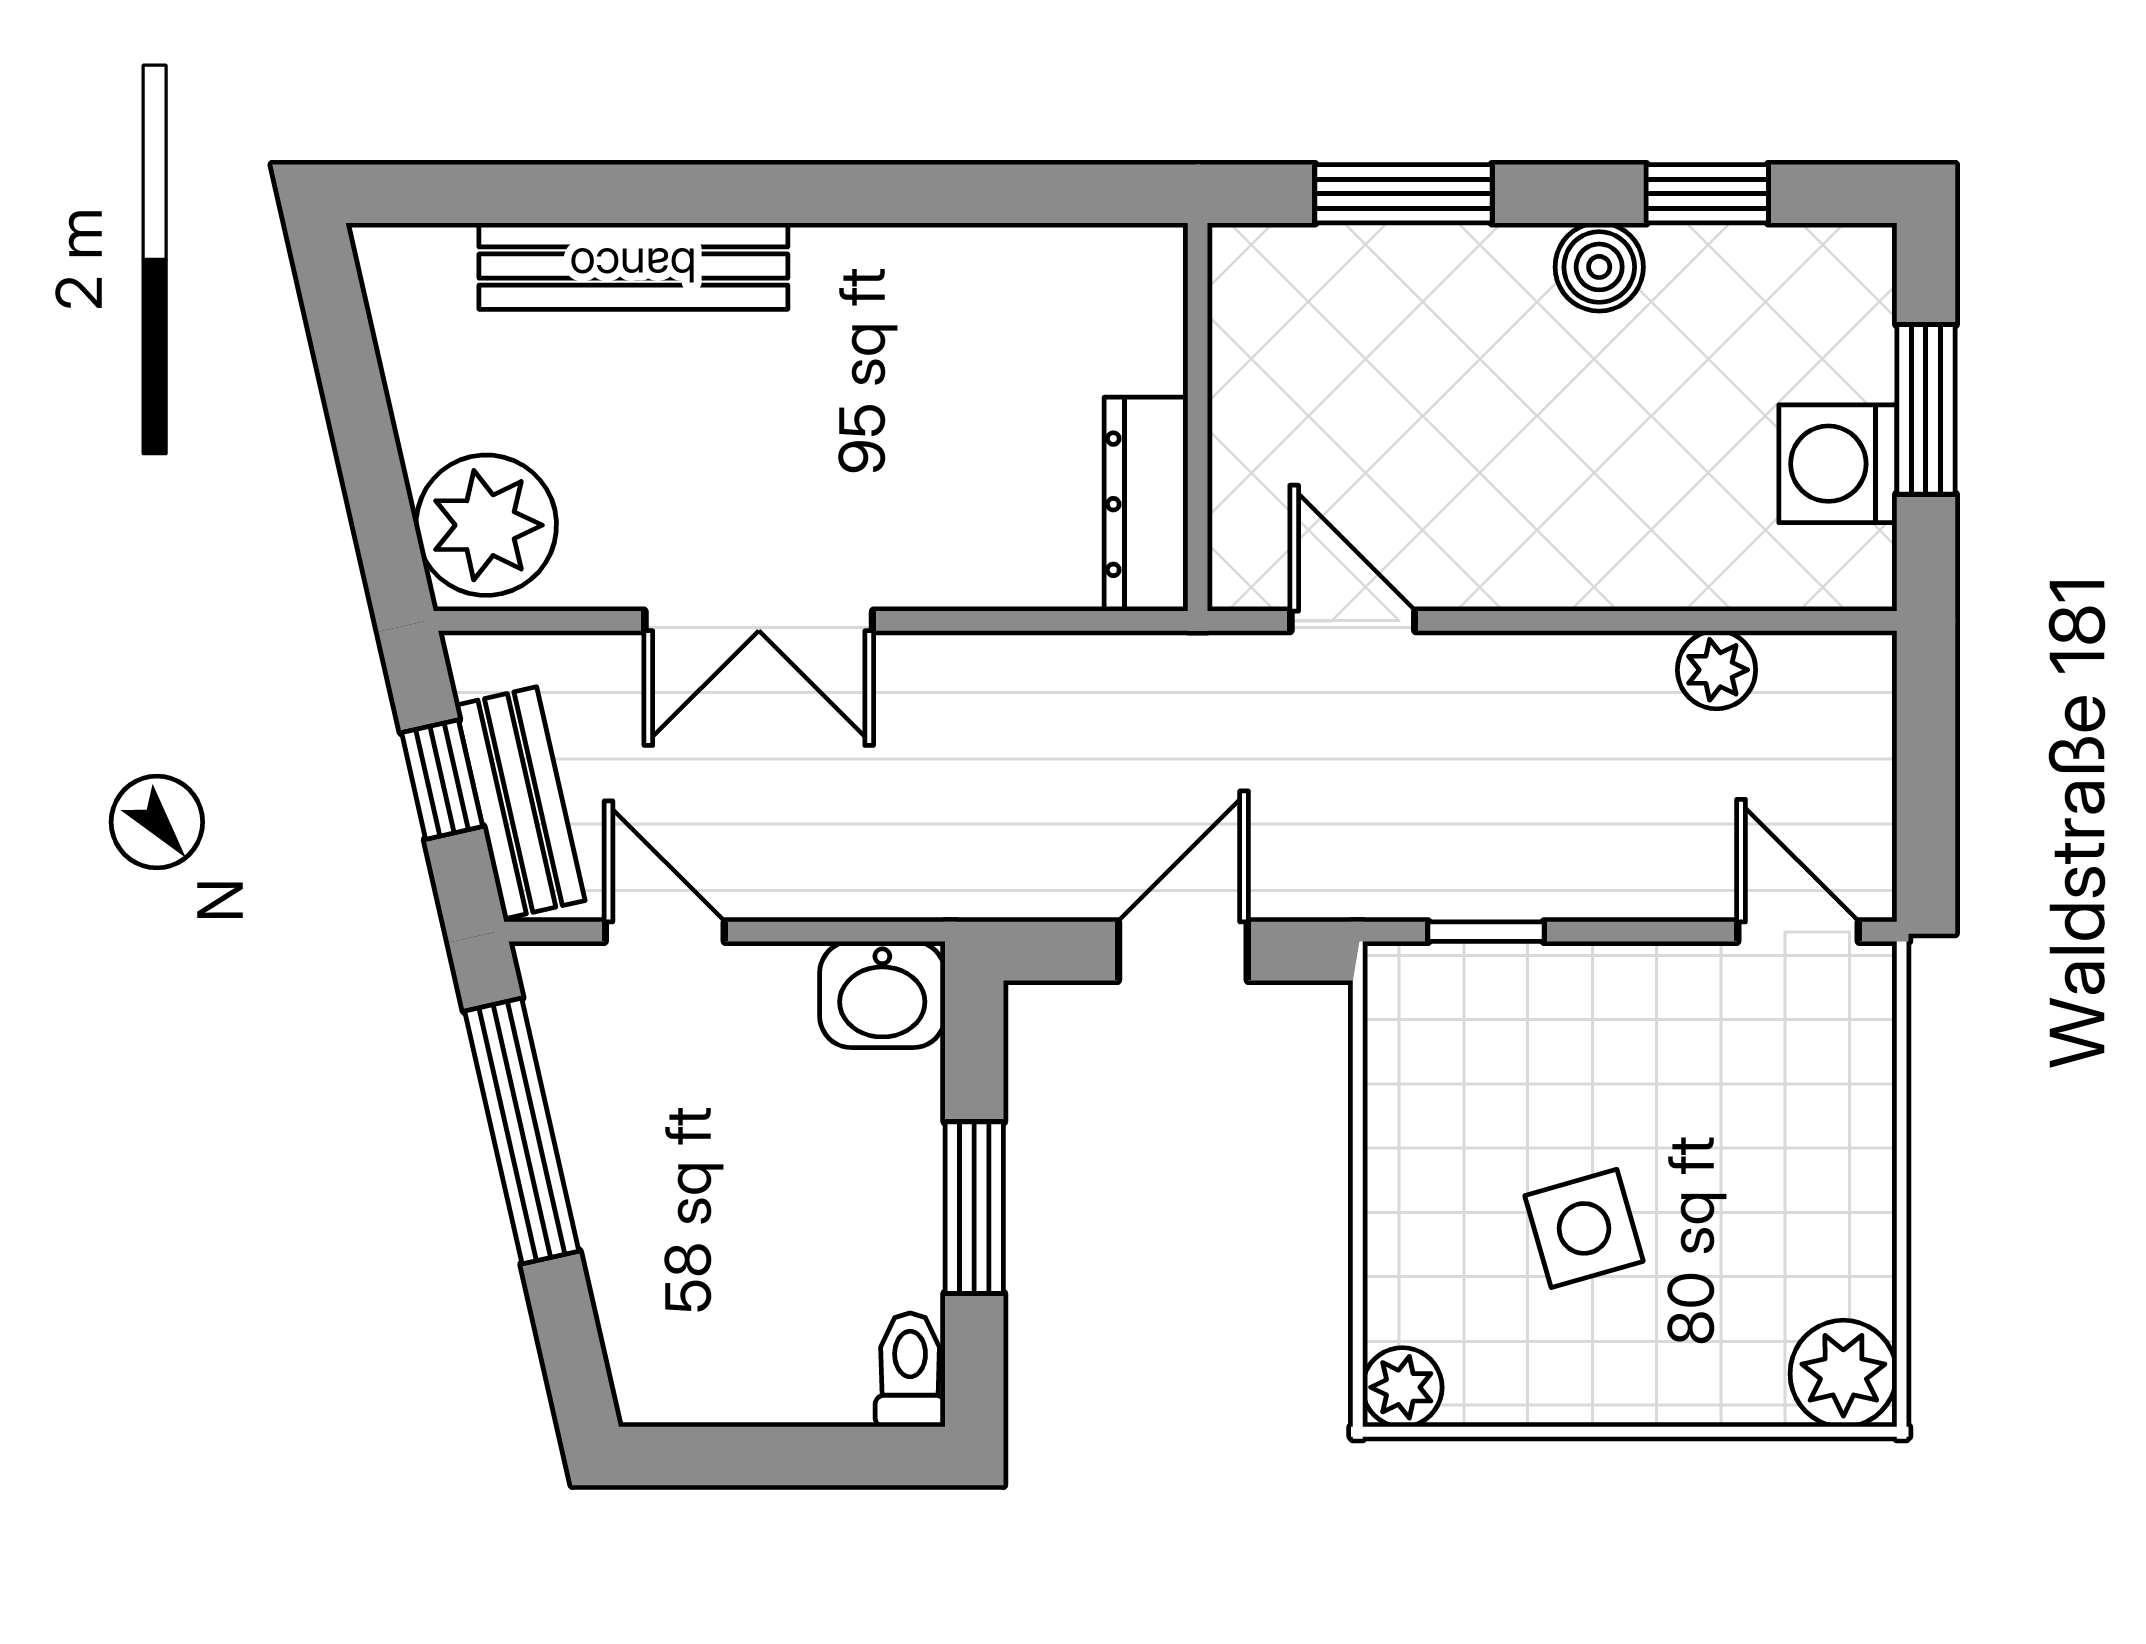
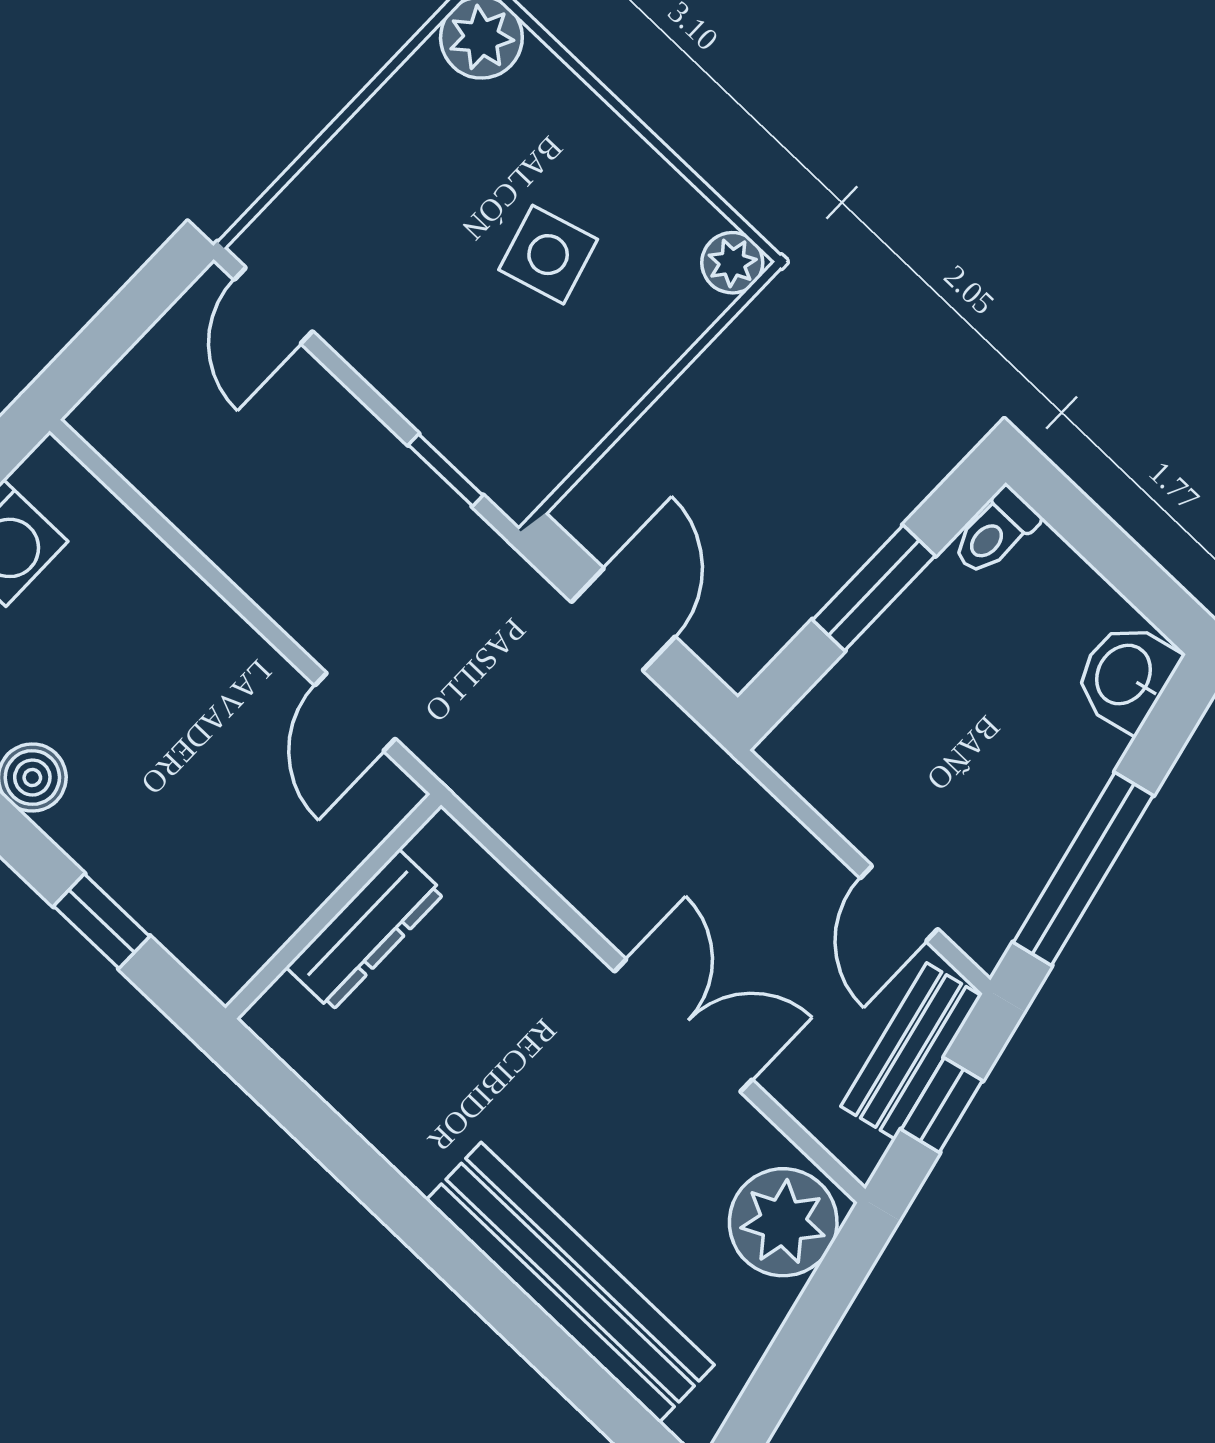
window: (1404, 194) -> (102, 921), width x0.67
bench: (633, 266) -> (570, 1283), width x1.37, depth x1.21
dresser: (1146, 504) -> (365, 930), moved
plant: (1717, 670) -> (180, 493), removed
door: (1183, 951) -> (623, 619), swing flipped
washbasin: (882, 995) -> (1126, 676), moved, turned -103

